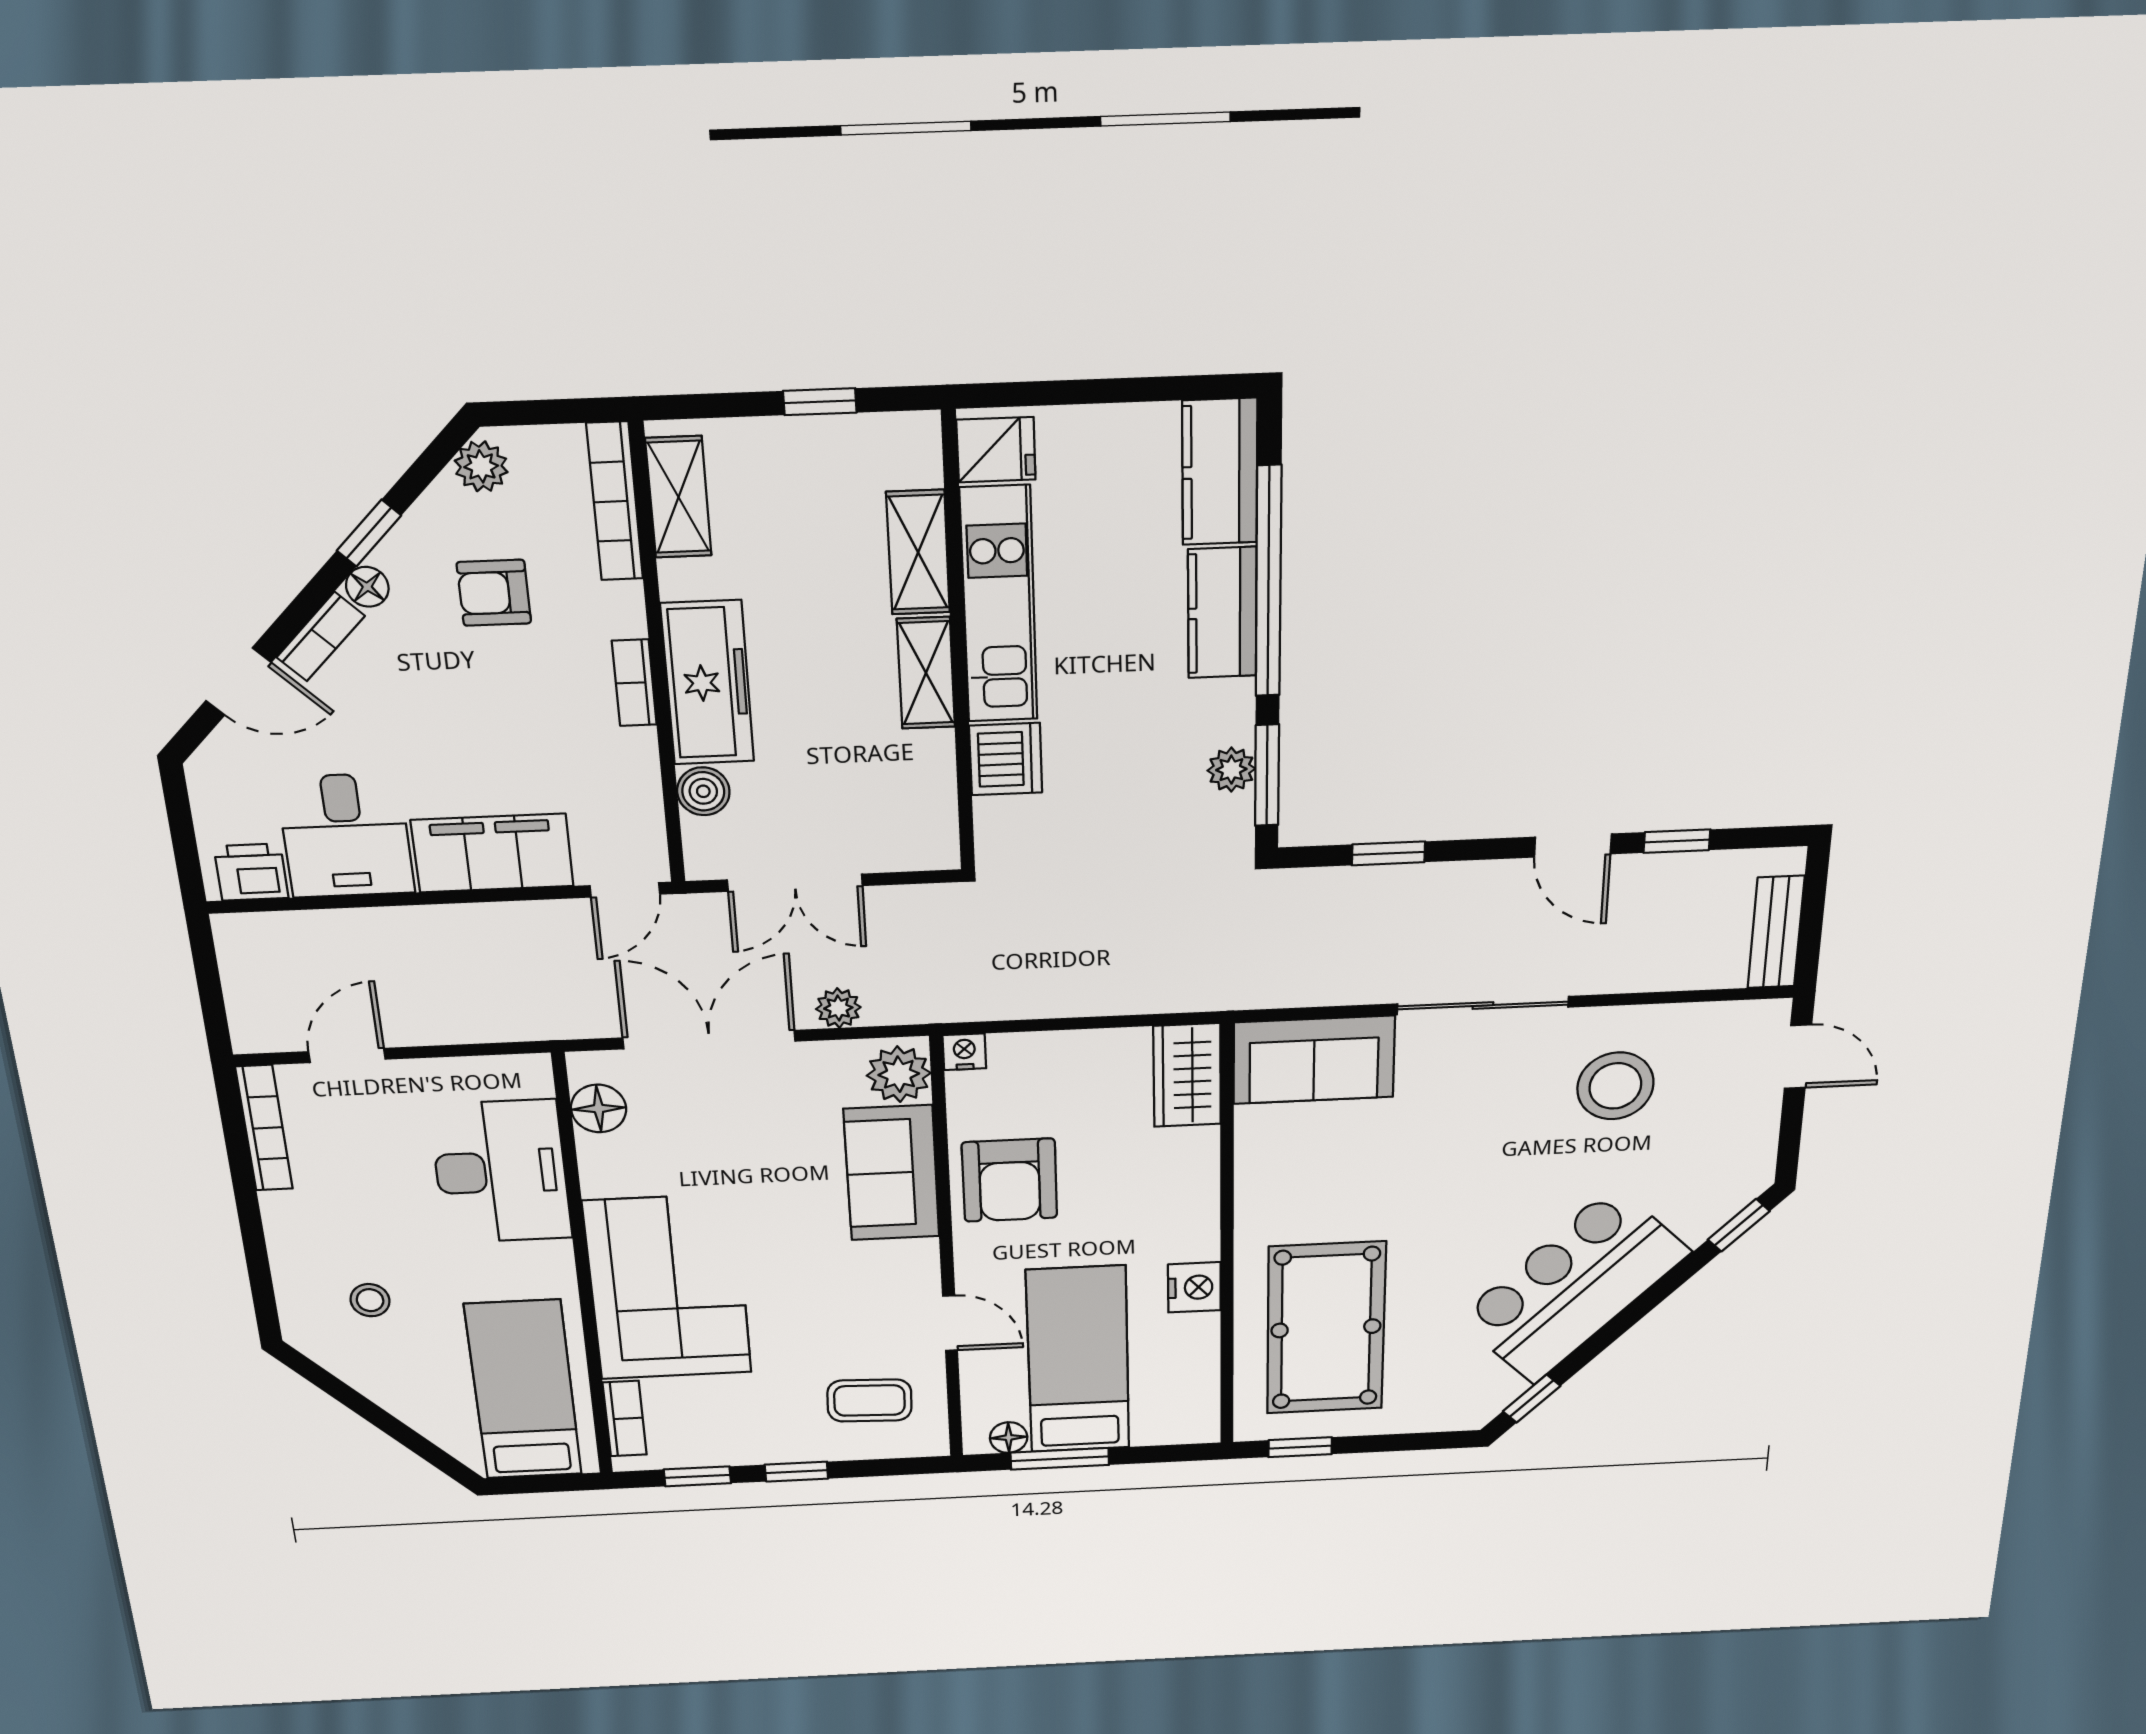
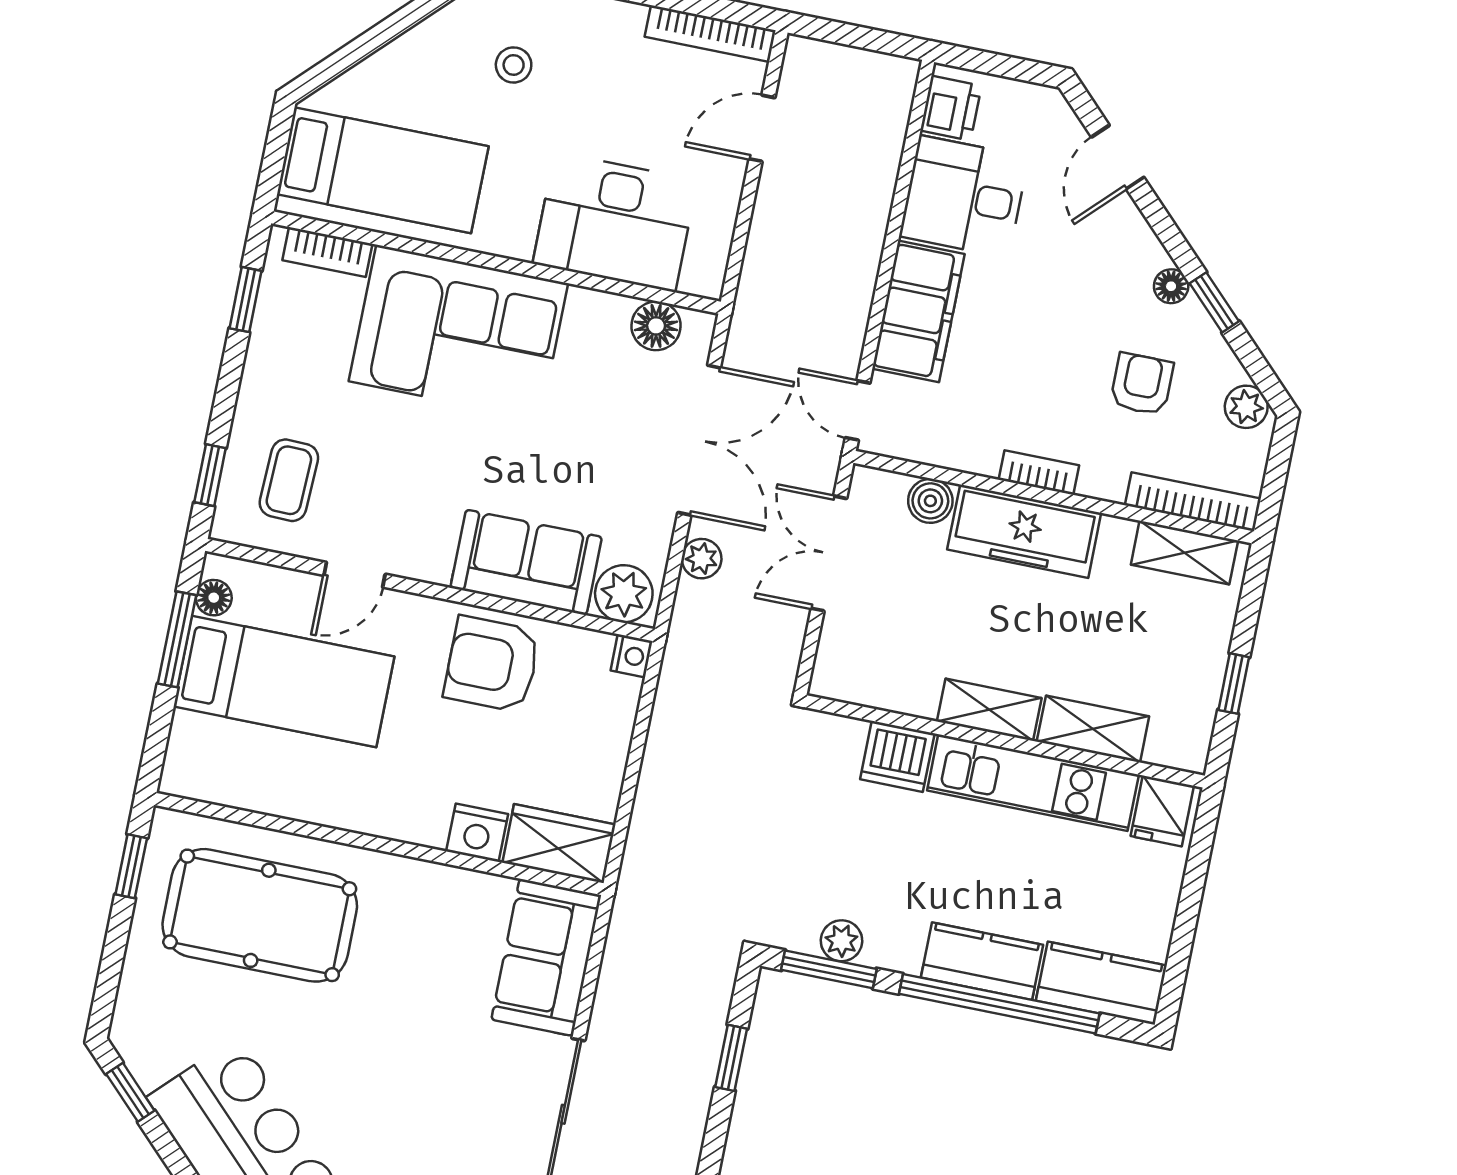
bookcase: (321, 637) -> (1139, 235), removed
door: (347, 1055) -> (762, 128), swing flipped
nightstand: (1194, 1287) -> (477, 833), moved
window: (796, 1472) -> (210, 475), moved

